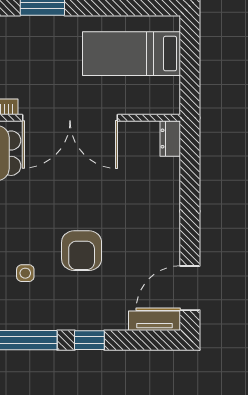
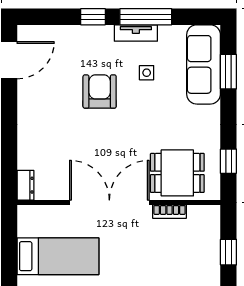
tv unit: (154, 321) -> (136, 33), moved

